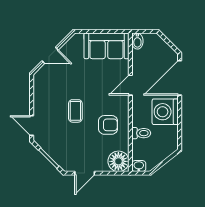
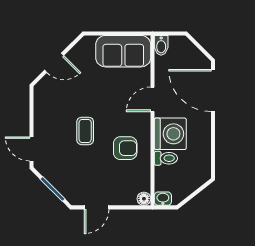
door: (180, 78) -> (213, 91), hinge flipped
washing machine: (165, 112) -> (170, 134), moved, turned 180
floor lamp: (118, 161) -> (144, 199), width x0.53, depth x0.53

